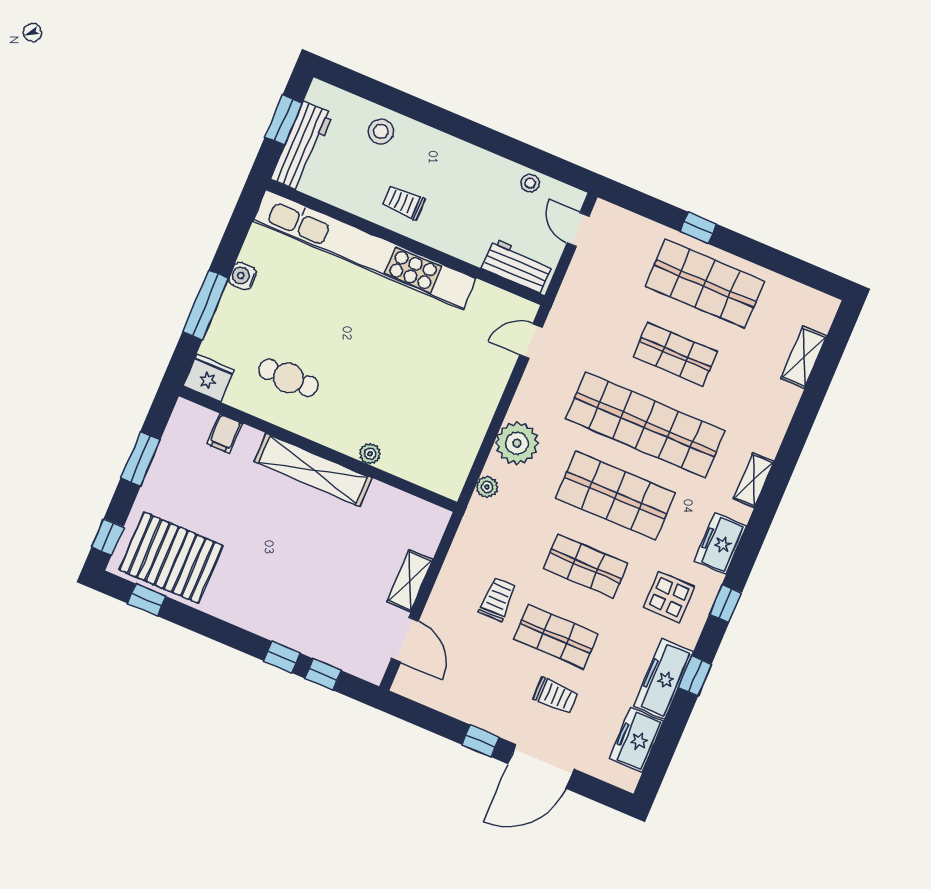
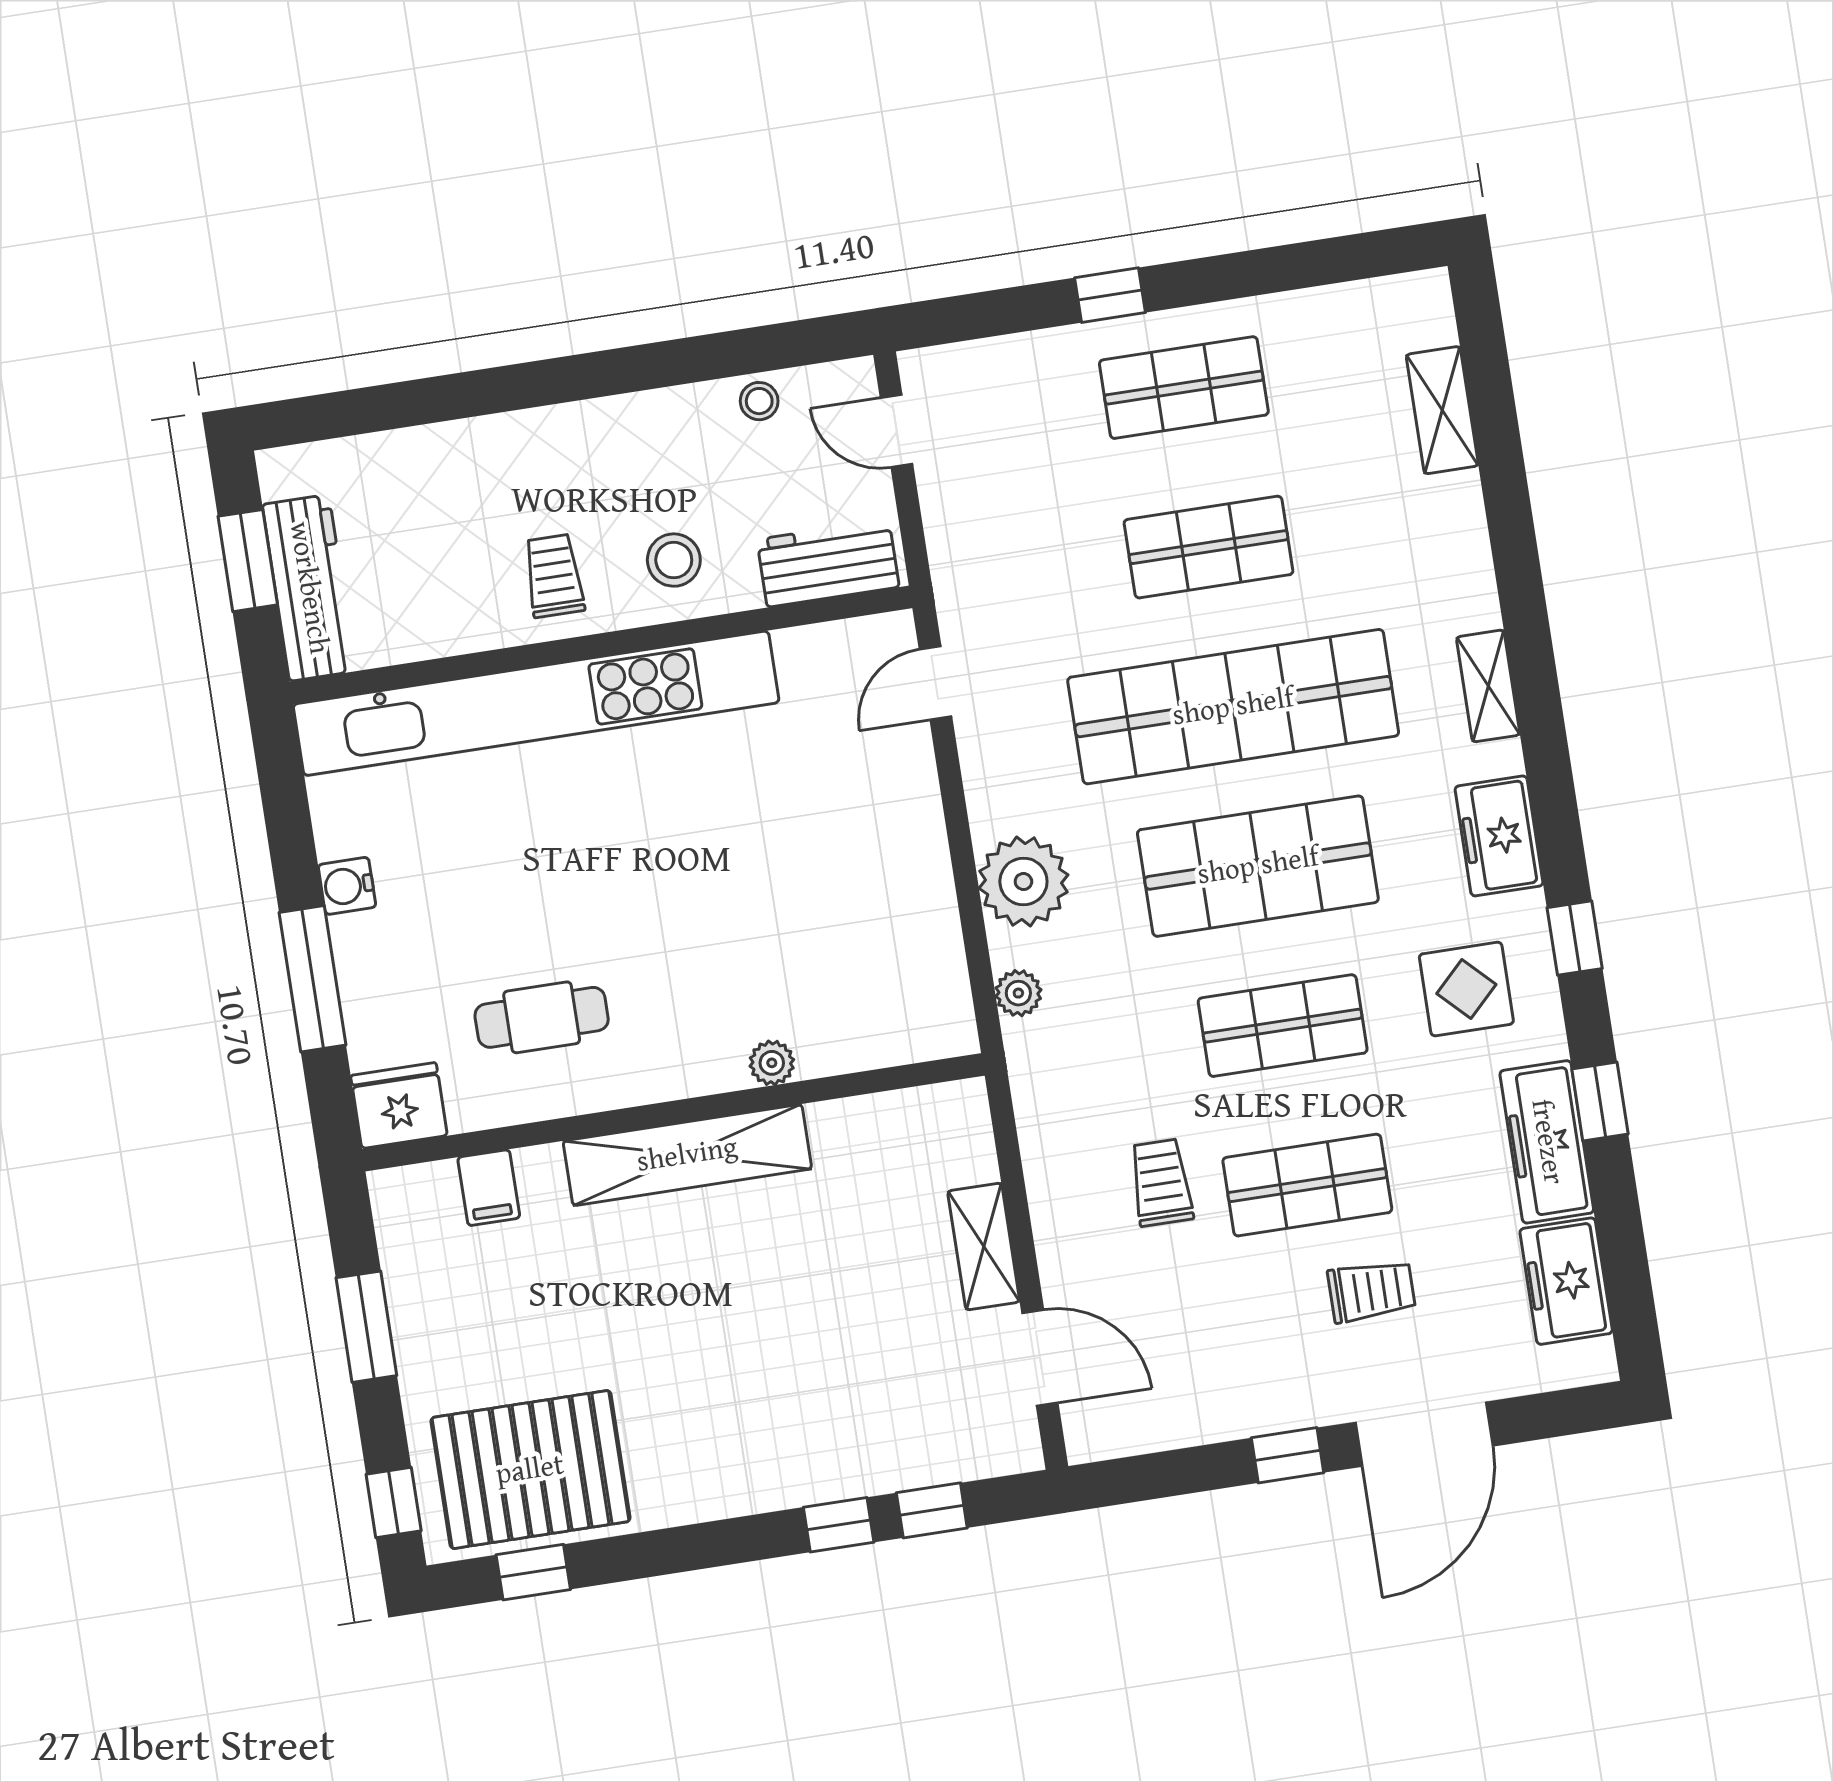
stool: (381, 132) -> (674, 560), moved
trolley: (404, 203) -> (554, 576), turned 90
shop shelf: (705, 284) -> (1184, 388), width x0.70, depth x0.74

